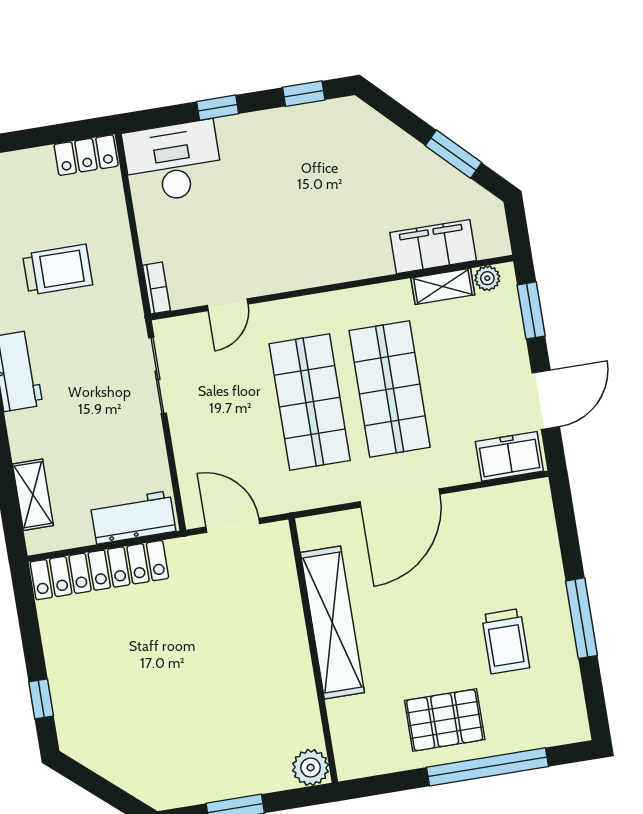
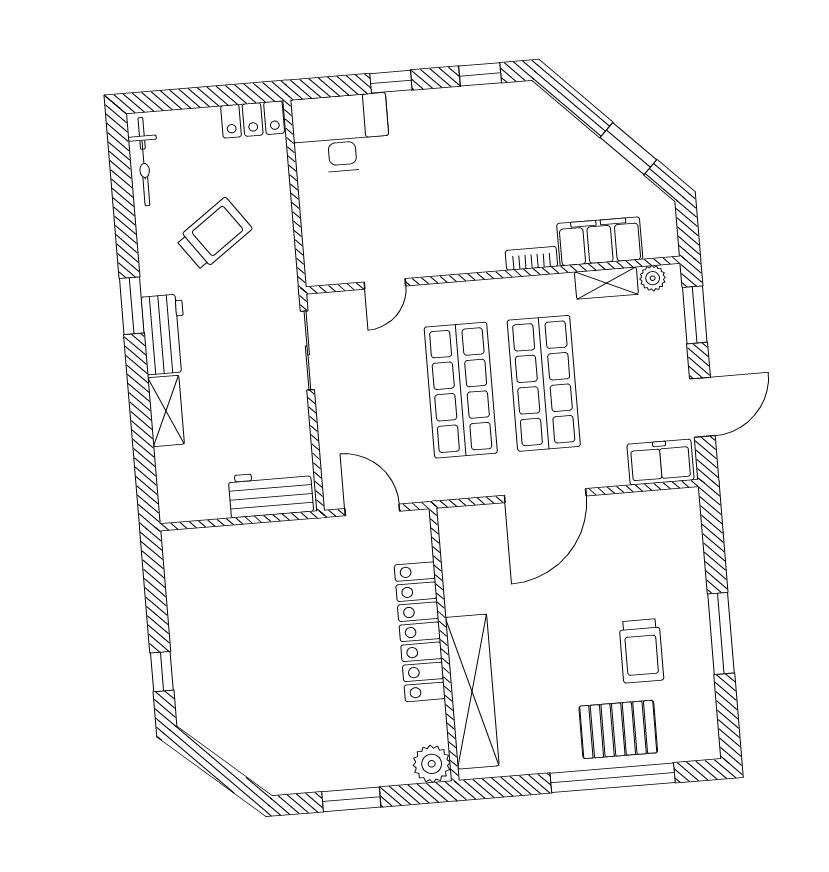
trolley: (58, 270) -> (214, 234), turned -36
bookcase: (156, 288) -> (531, 258), moved, turned -90
shelving: (33, 495) -> (166, 411), moved
locker: (99, 570) -> (420, 632), moved, turned 90
shelving: (332, 623) -> (472, 692), moved
pallet: (445, 720) -> (618, 729), moved

